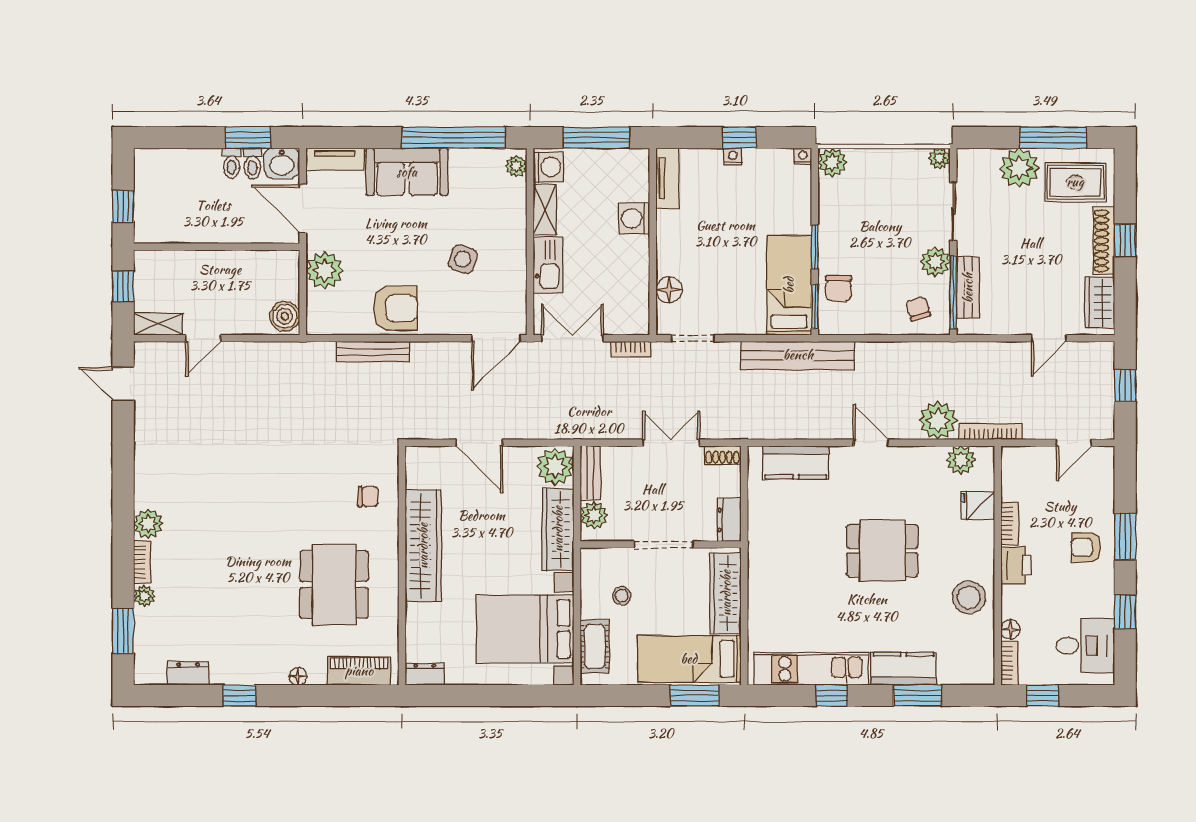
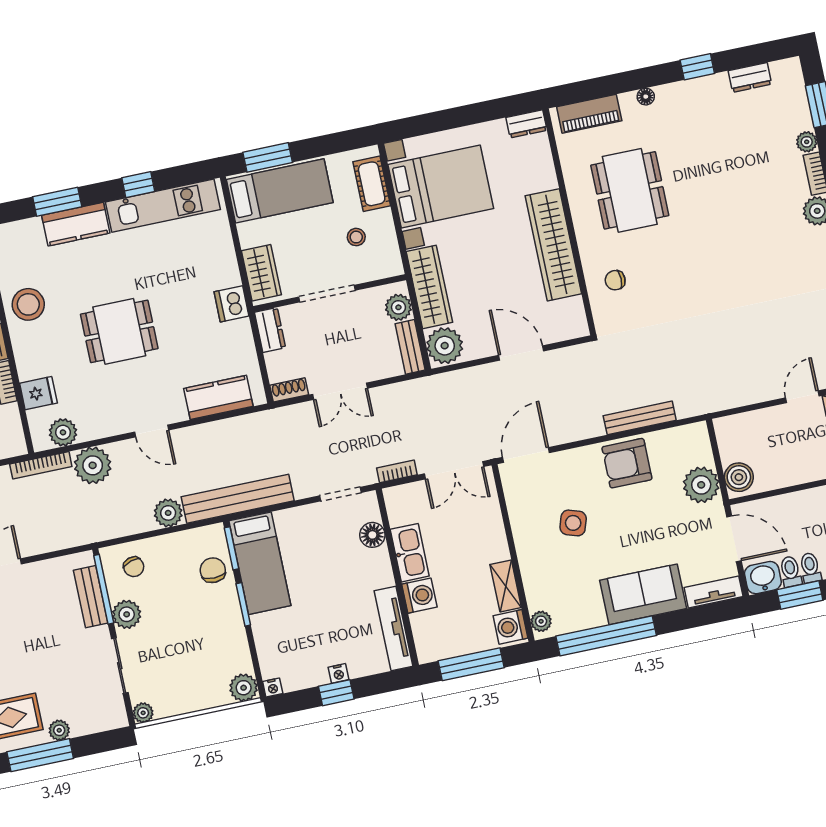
plant: (1019, 168) -> (59, 730), width x0.53, depth x0.53
tv unit: (668, 178) -> (394, 628), width x1.41
kitchen sink: (548, 265) -> (410, 553), moved, turned 180
boiler: (285, 316) -> (739, 477), moved
plant: (872, 356) -> (168, 513), added
dishwasher: (763, 555) -> (232, 304), added
wardrobe: (726, 593) -> (261, 273), width x0.67

